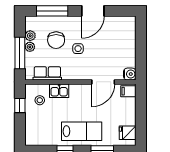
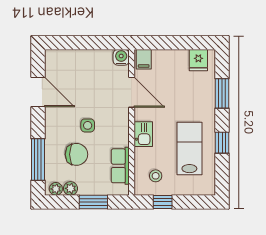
door: (93, 11) -> (38, 92), moved
plant: (30, 47) -> (56, 189), moved
window: (20, 53) -> (93, 202), width x0.69
kitchen sink: (59, 91) -> (143, 134), moved
lab bench: (82, 131) -> (189, 149), moved

